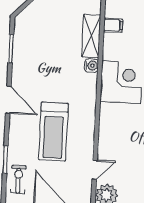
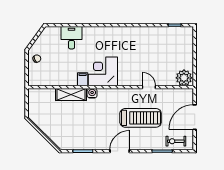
filing cabinet: (113, 25) -> (83, 79), moved
door: (95, 170) -> (149, 87), moved

